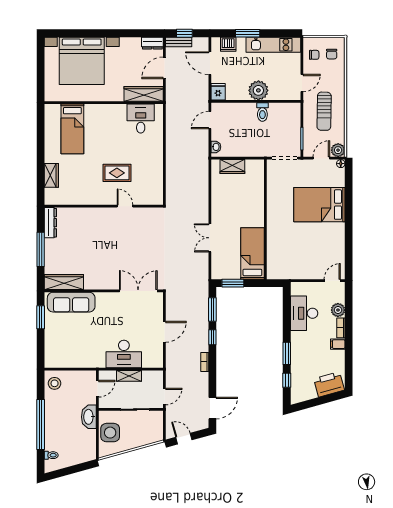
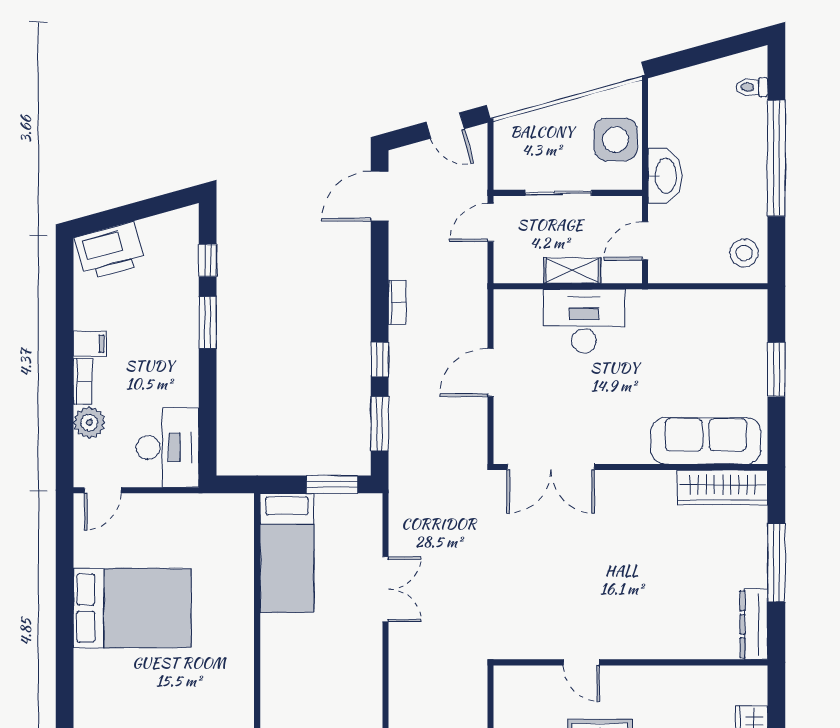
bed: (319, 205) -> (132, 608), moved
desk: (304, 313) -> (167, 448), moved
window: (41, 317) -> (776, 369), moved

